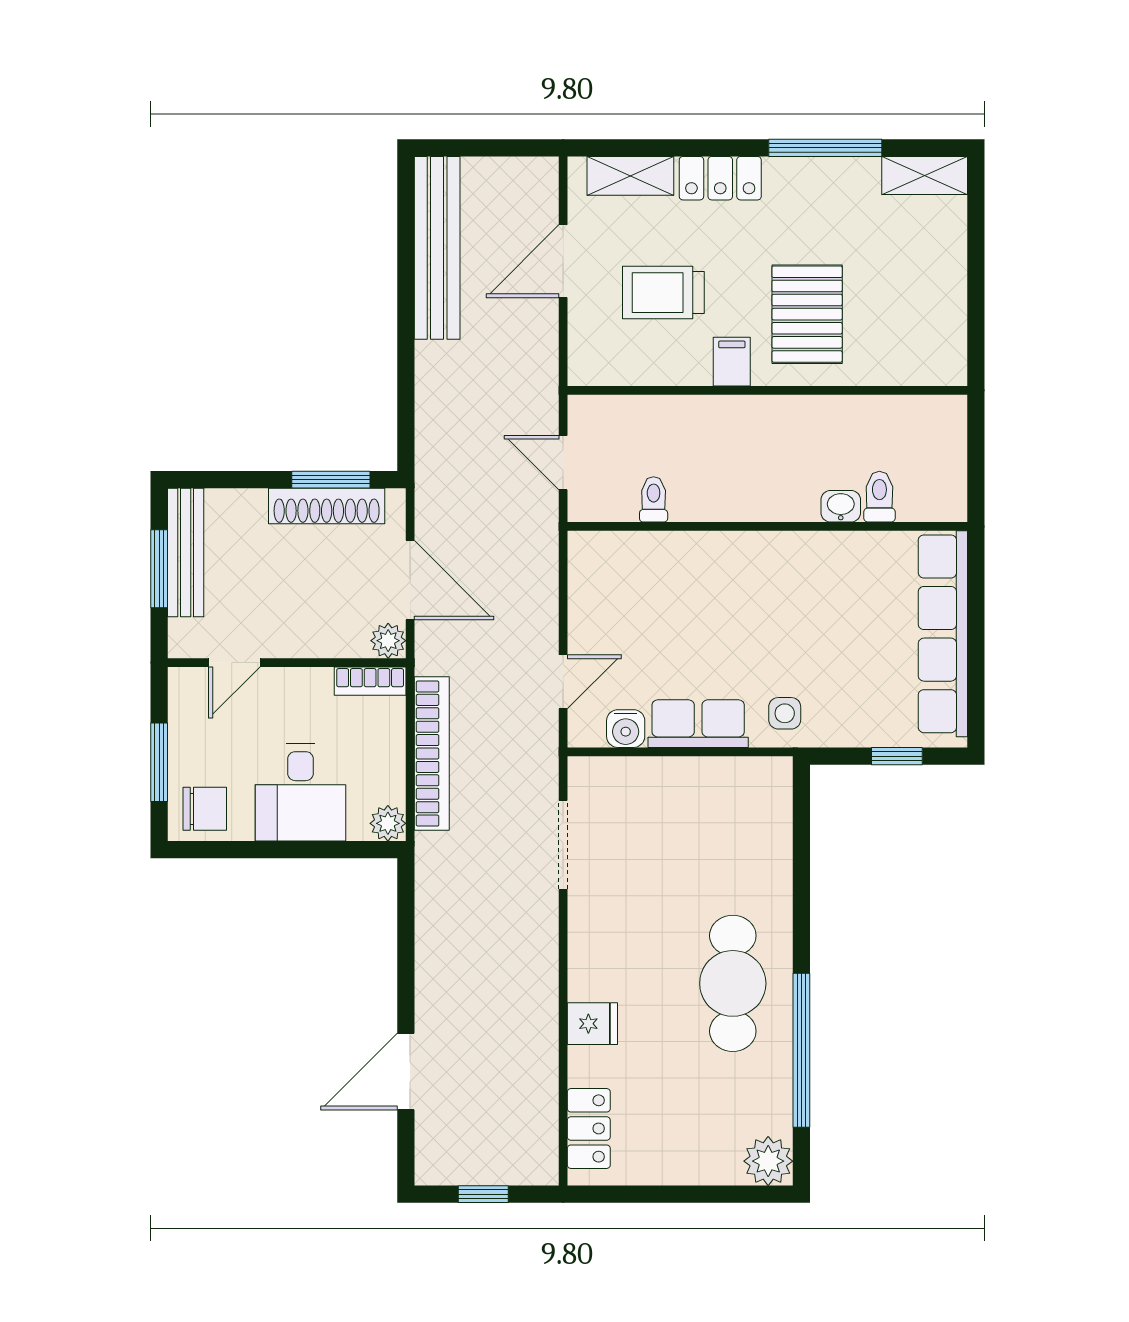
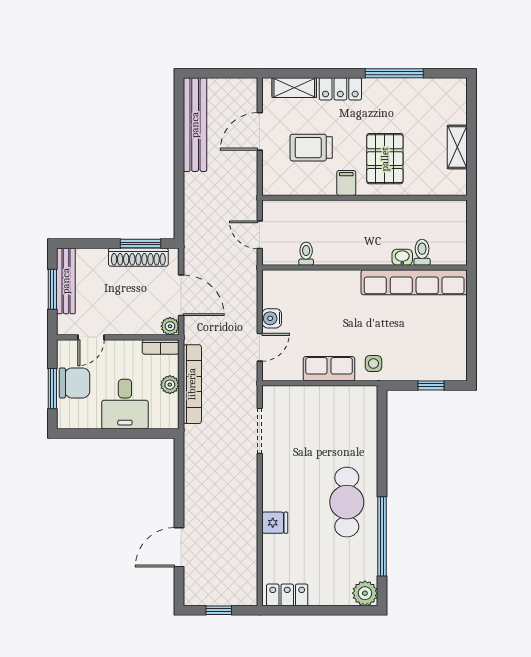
shelving: (925, 176) -> (457, 147), moved, turned 90
row of seats: (943, 634) -> (414, 282), moved, turned -90
water cooler: (626, 729) -> (272, 318), moved, turned 90
chair: (205, 809) -> (74, 383), moved, width x1.37, depth x1.37
plant: (388, 823) -> (170, 385), moved
locker: (589, 1128) -> (287, 595), moved, turned -90

